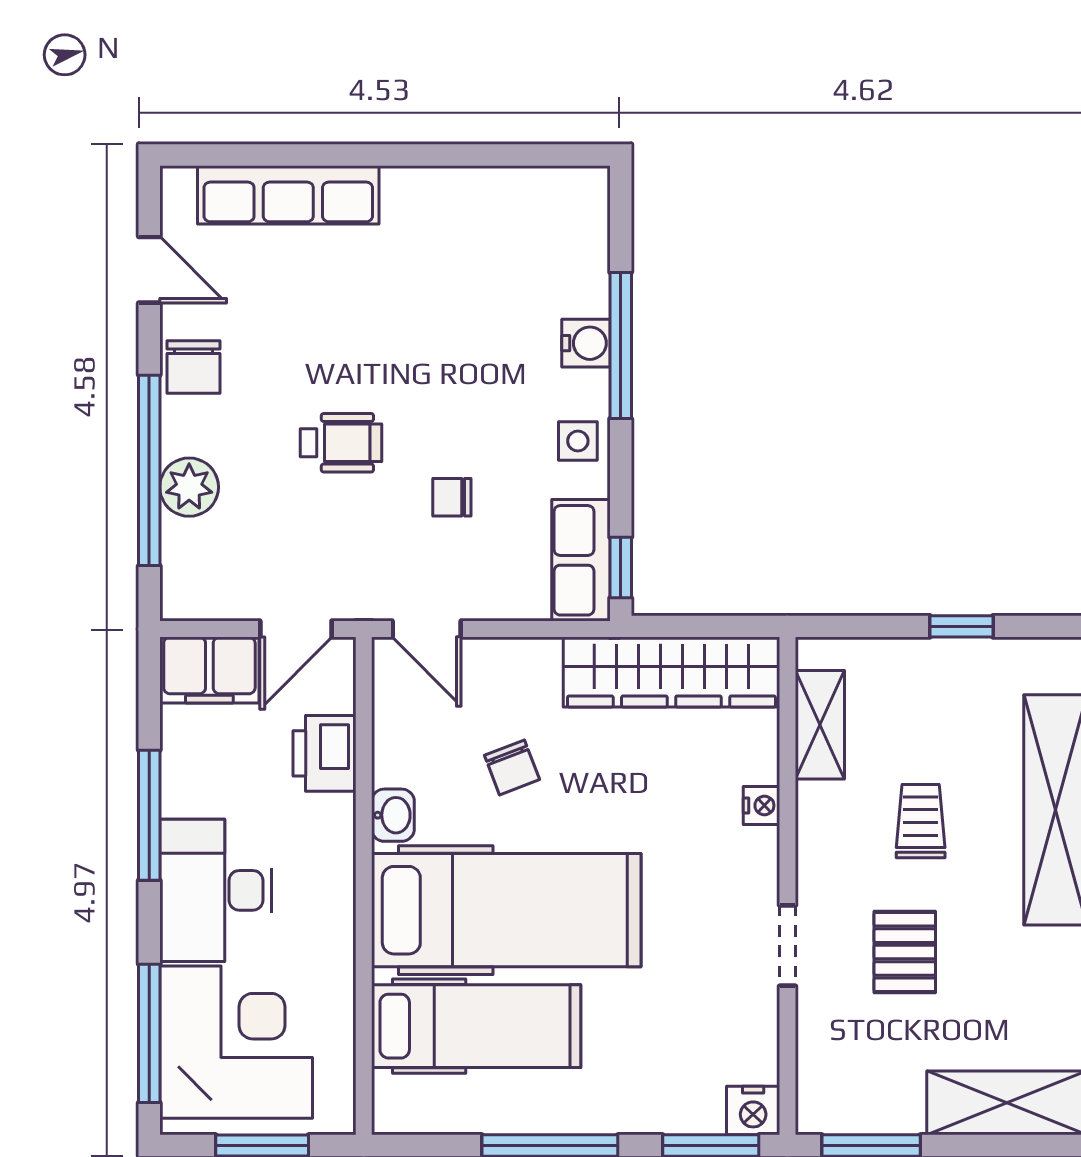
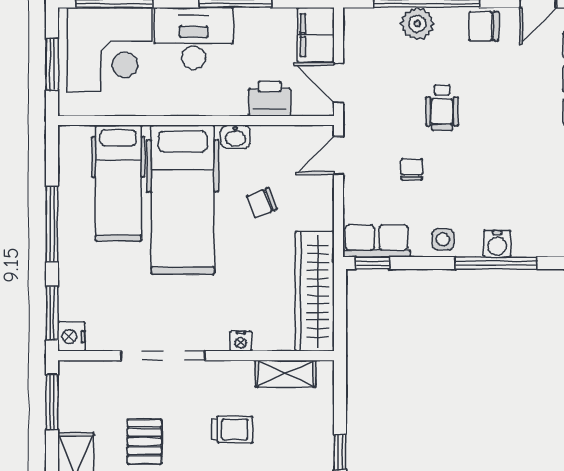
doorway: (788, 946) -> (163, 356), width x1.87
pallet: (905, 952) -> (145, 441), moved, turned 90

